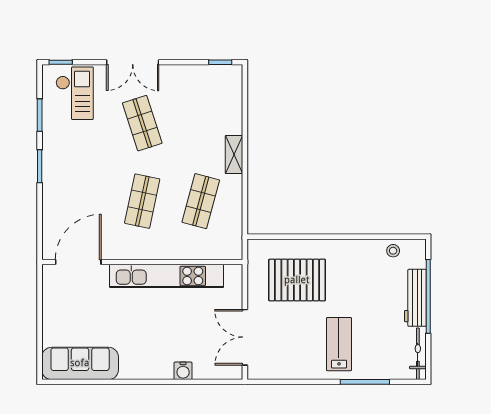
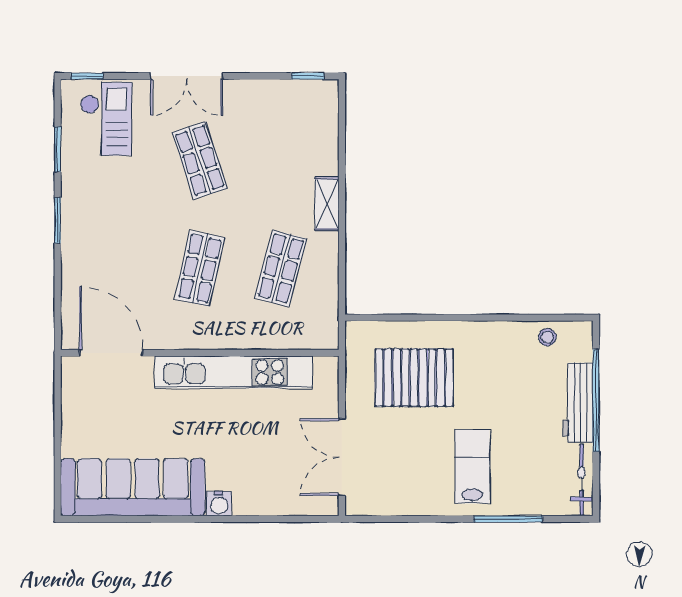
door: (78, 262) -> (111, 353), hinge flipped
sofa: (80, 363) -> (133, 487), width x1.36, depth x1.27
water cooler: (183, 371) -> (219, 504), moved

